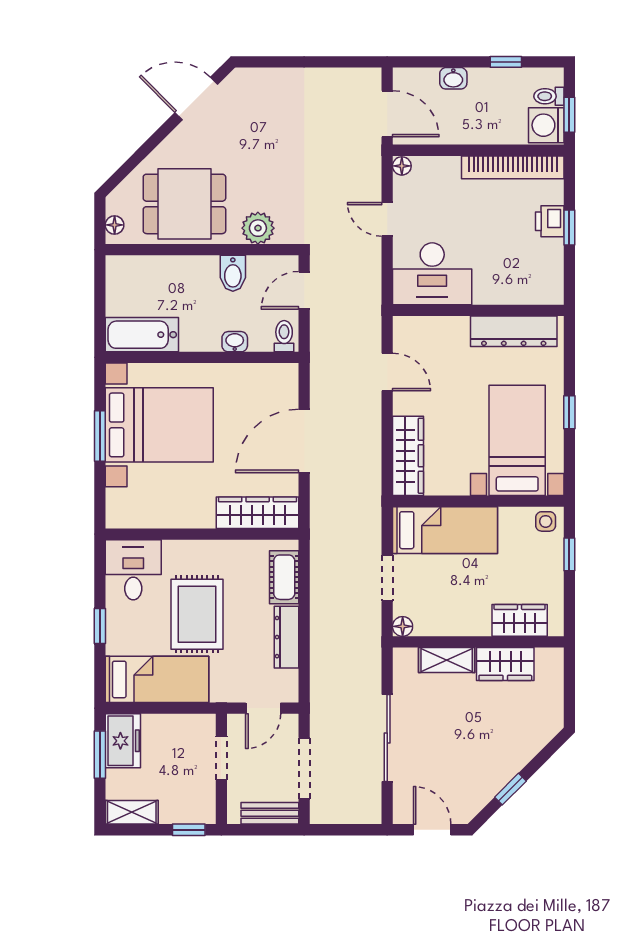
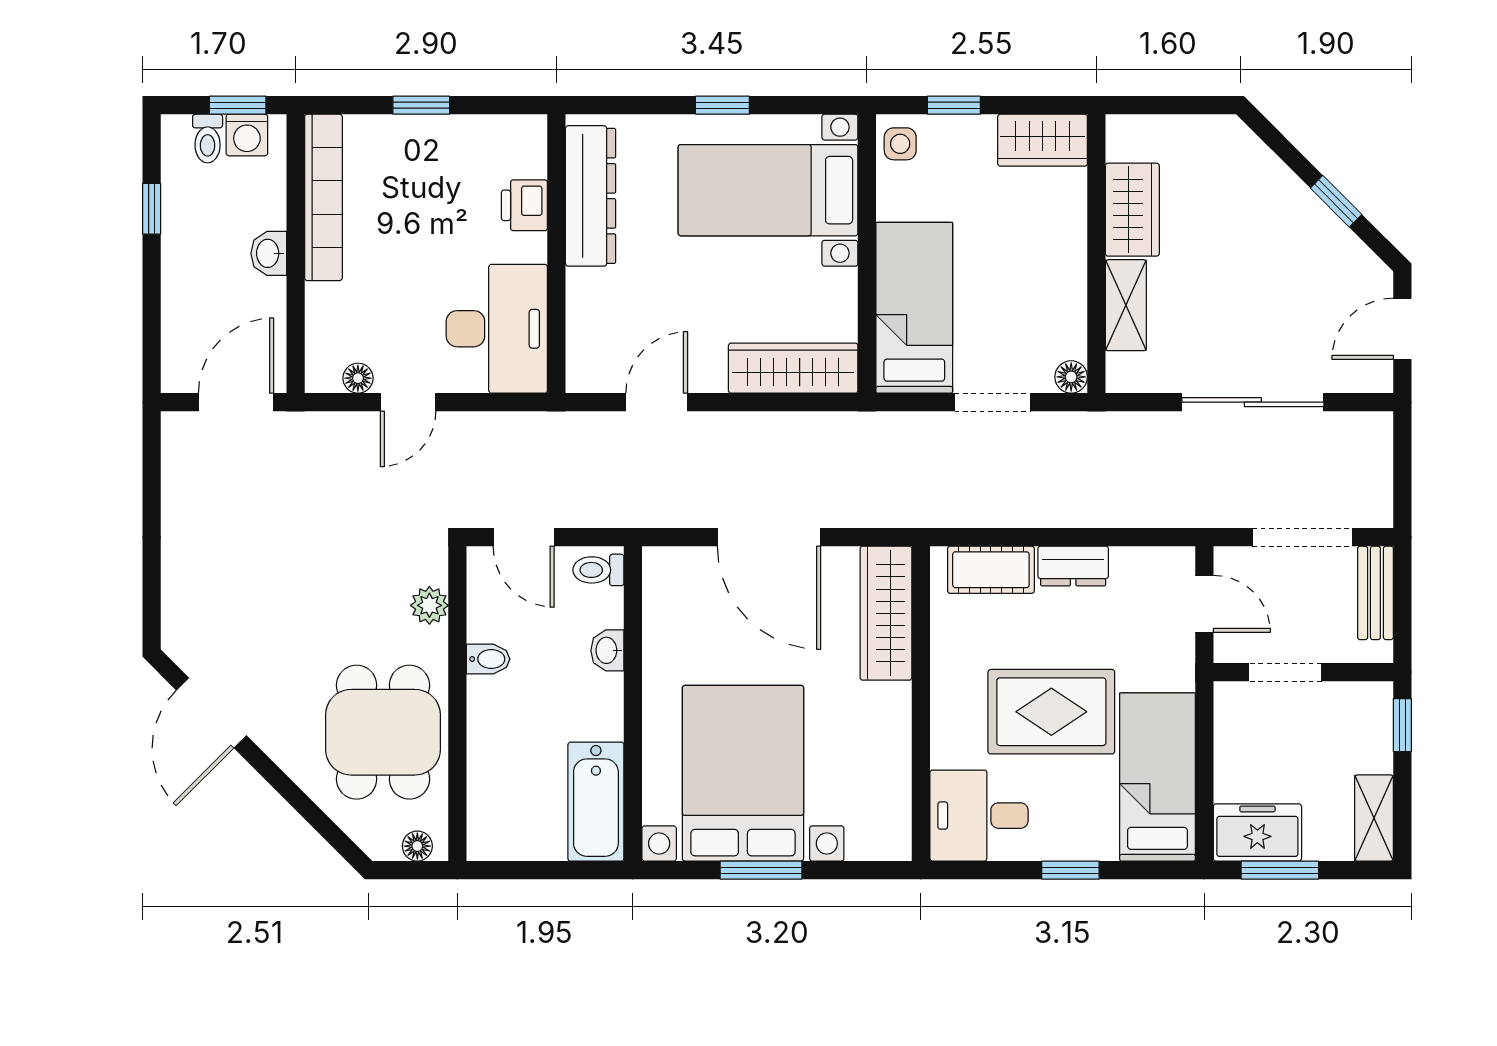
washbasin: (453, 78) -> (269, 253), moved, turned 180
washing machine: (546, 125) -> (247, 135), width x0.73, depth x0.73
floor lamp: (402, 166) -> (358, 378), moved
printer: (550, 221) -> (524, 205), moved, turned 90
plant: (258, 228) -> (429, 605), width x0.73, depth x0.73
bidet: (233, 273) -> (488, 659), width x0.72, depth x0.74
wardrobe: (520, 620) -> (1043, 140), moved, turned -90
dresser: (287, 637) -> (1073, 566), width x0.70

